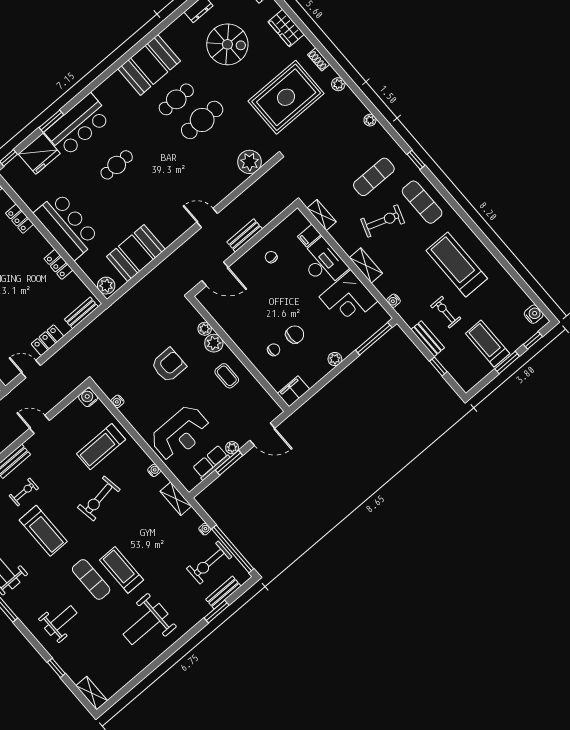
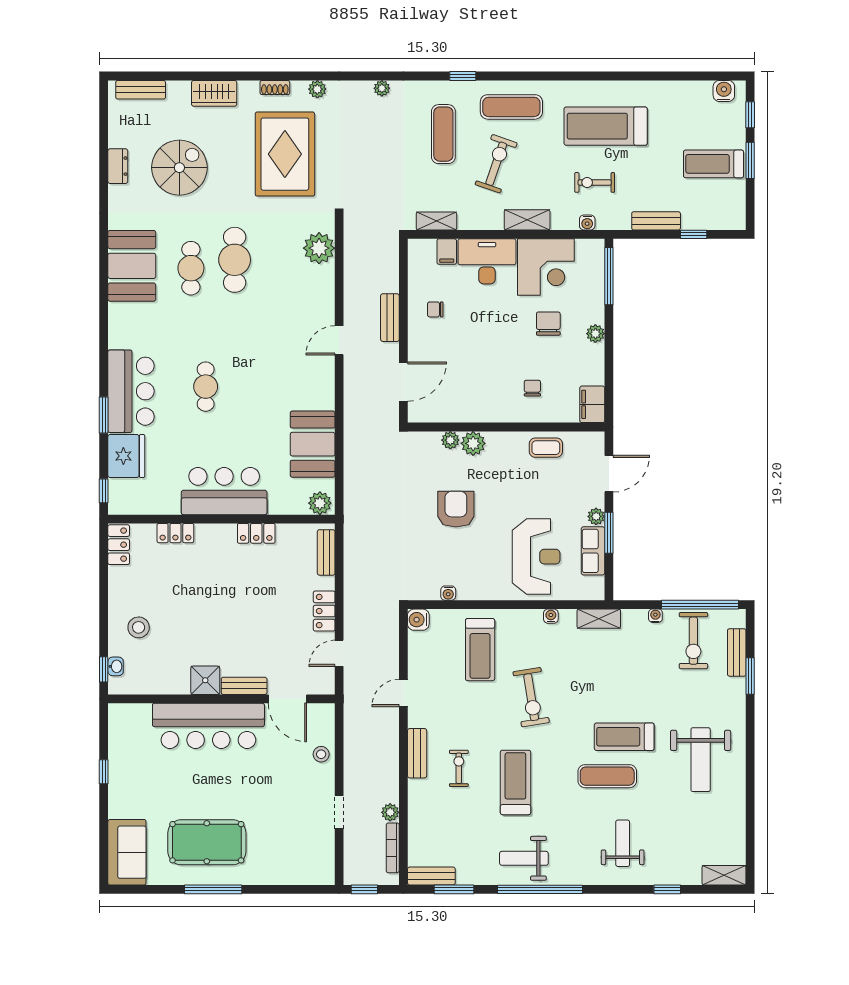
exercise bike: (446, 312) -> (595, 182), moved
chair: (295, 335) -> (548, 324), moved
coffee table: (227, 376) -> (546, 448), moved
treadmill: (43, 531) -> (515, 782), turned -90

